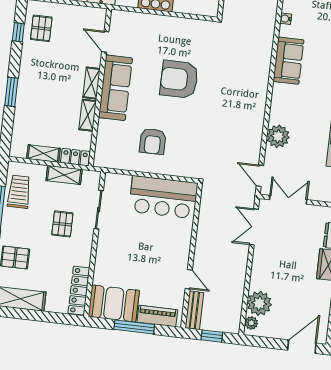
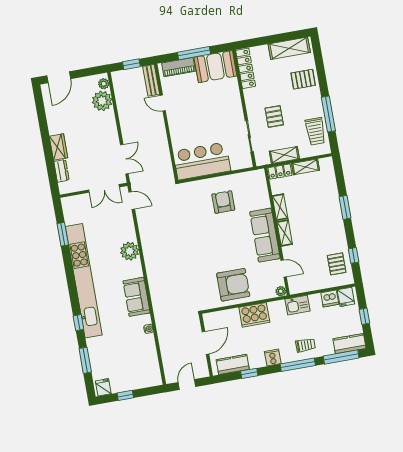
plant: (117, 16) -> (281, 291), added
armchair: (179, 79) -> (233, 285), moved
plant: (278, 136) -> (130, 251), moved

